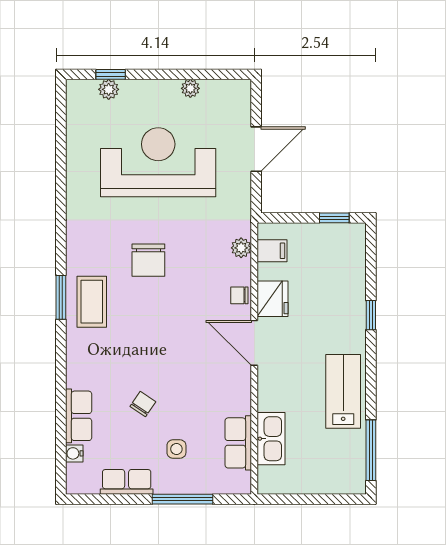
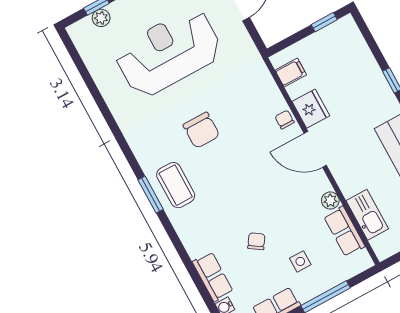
plant: (241, 248) -> (330, 200), moved
chair: (239, 295) -> (285, 120), turned 90

